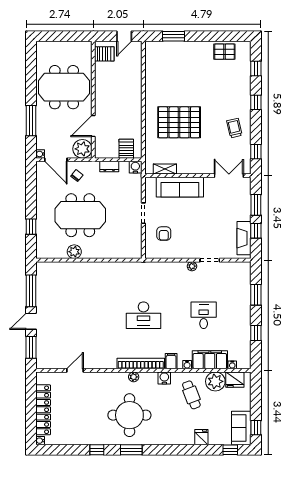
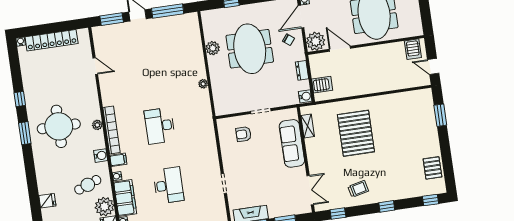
window: (256, 69) -> (430, 200), moved
plant: (192, 266) -> (203, 84), moved
desk: (204, 315) -> (168, 185), width x1.37

